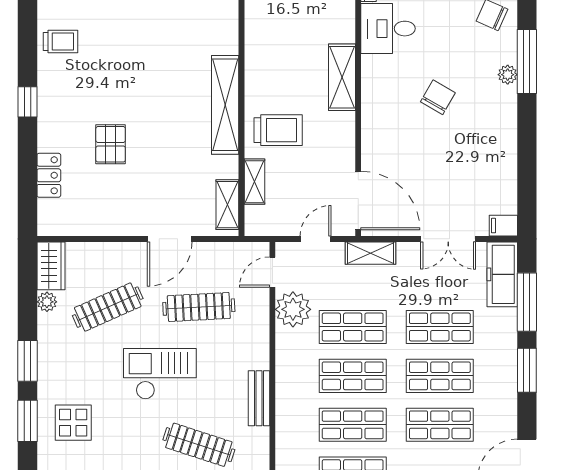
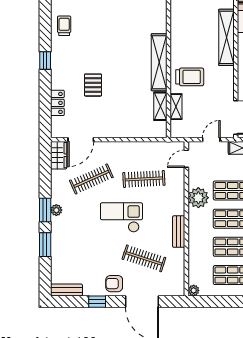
trolley: (60, 41) -> (64, 26), turned -90
shelving: (342, 77) -> (226, 37), width x1.47
shelving: (227, 205) -> (160, 106), moved
door: (170, 239) -> (81, 140), moved
plant: (47, 302) -> (56, 210), moved
plant: (293, 309) -> (198, 198), moved
display table: (73, 423) -> (71, 246), removed

